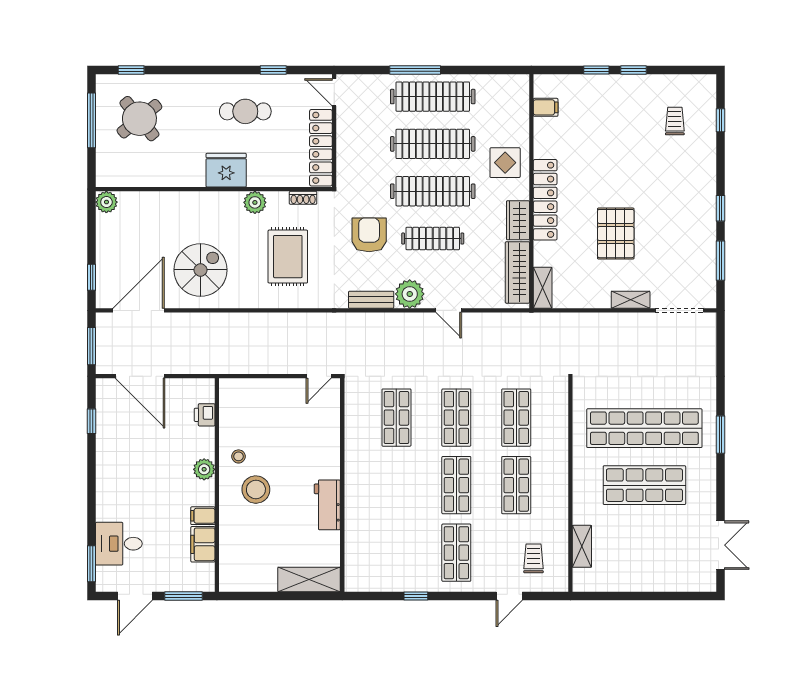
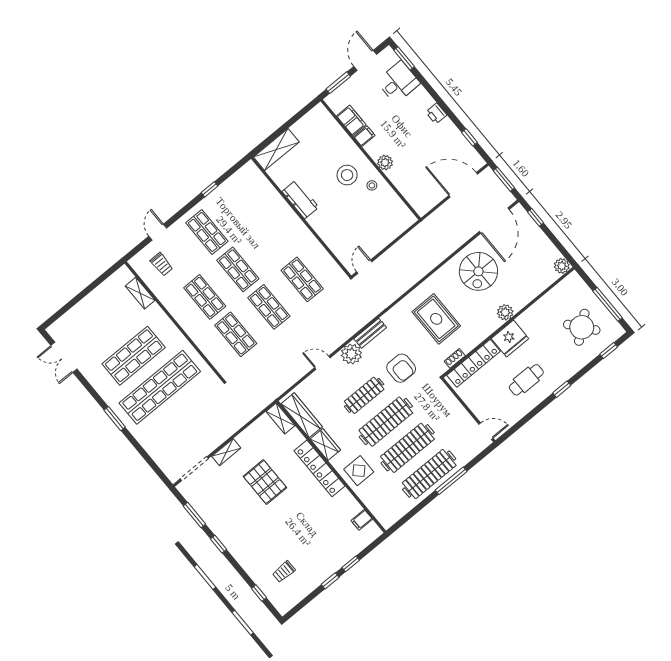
window: (273, 70) -> (562, 389), moved
trolley: (675, 121) -> (284, 572), turned 90
locker: (321, 148) -> (474, 363), moved, turned 90
plant: (255, 202) -> (505, 312), moved
printer: (205, 415) -> (436, 113), moved, turned 180

